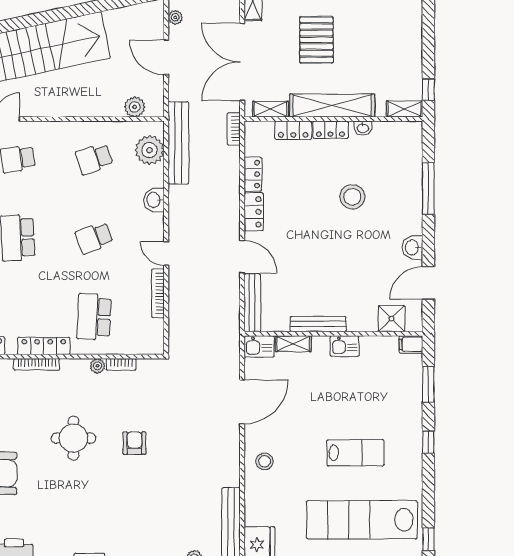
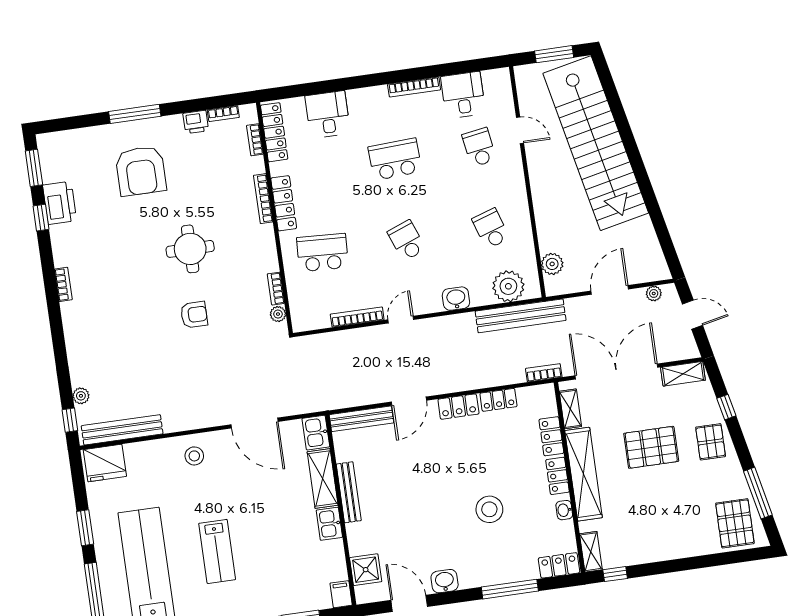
locker: (413, 140) -> (559, 565), added
shelving: (293, 344) -> (323, 479), width x1.50, depth x1.33
plant: (98, 366) -> (278, 314), moved

